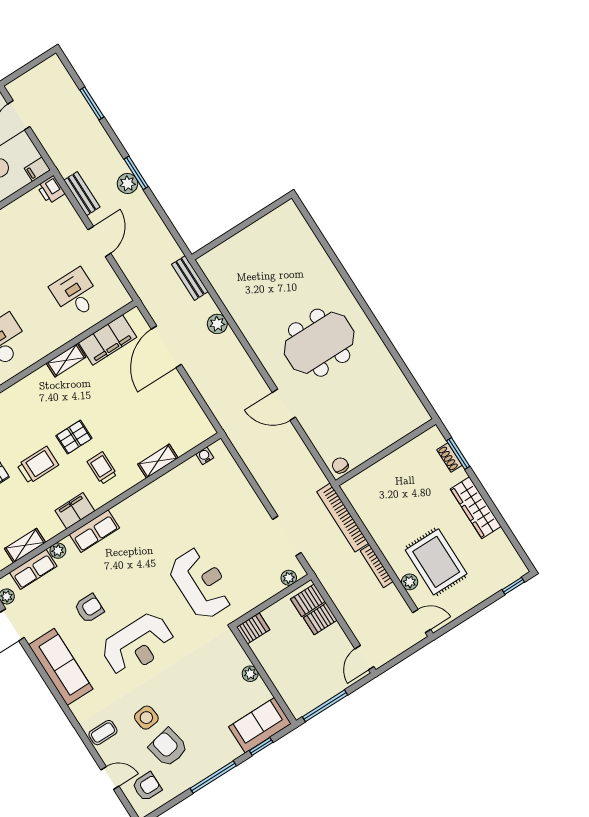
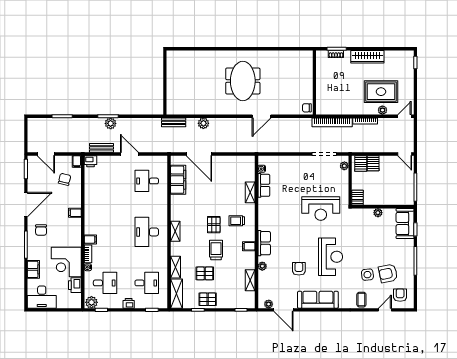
shelving: (66, 360) -> (175, 231), moved
filing cabinet: (75, 511) -> (249, 246), width x0.50
row of seats: (33, 569) -> (264, 185), moved
reception desk: (201, 583) -> (321, 209), turned 180

